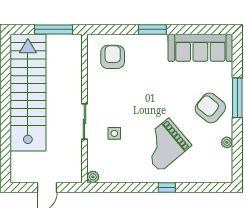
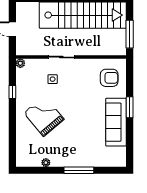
sofa: (200, 48) -> (116, 122), moved
armchair: (210, 108) -> (71, 150), removed
window: (167, 188) -> (12, 92), moved

